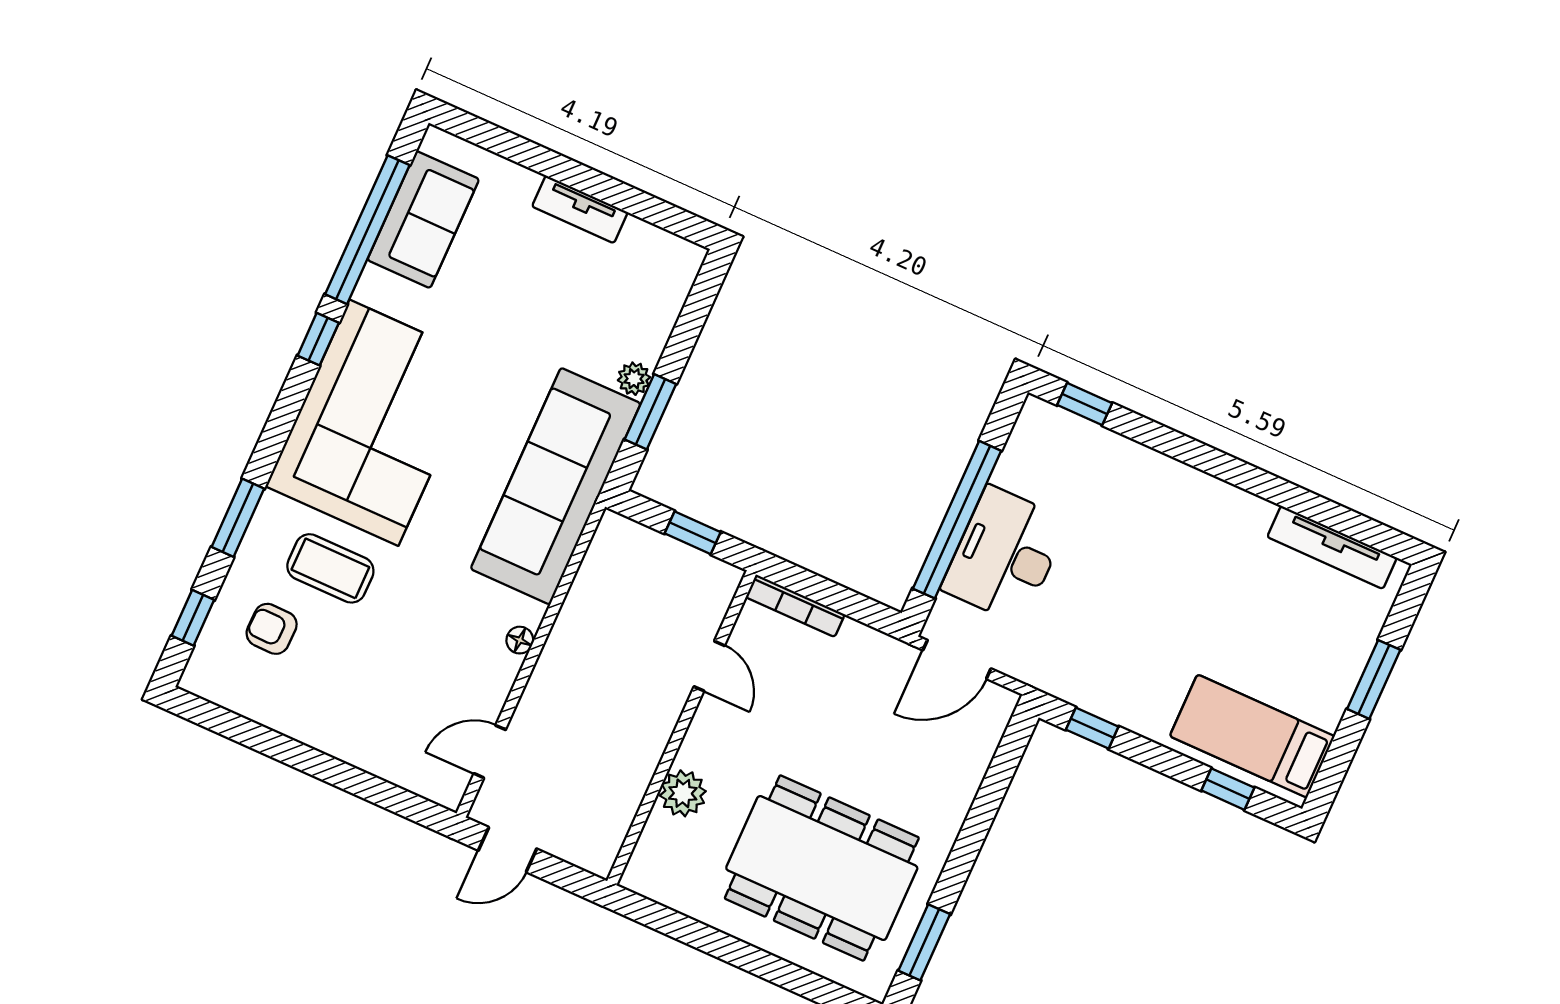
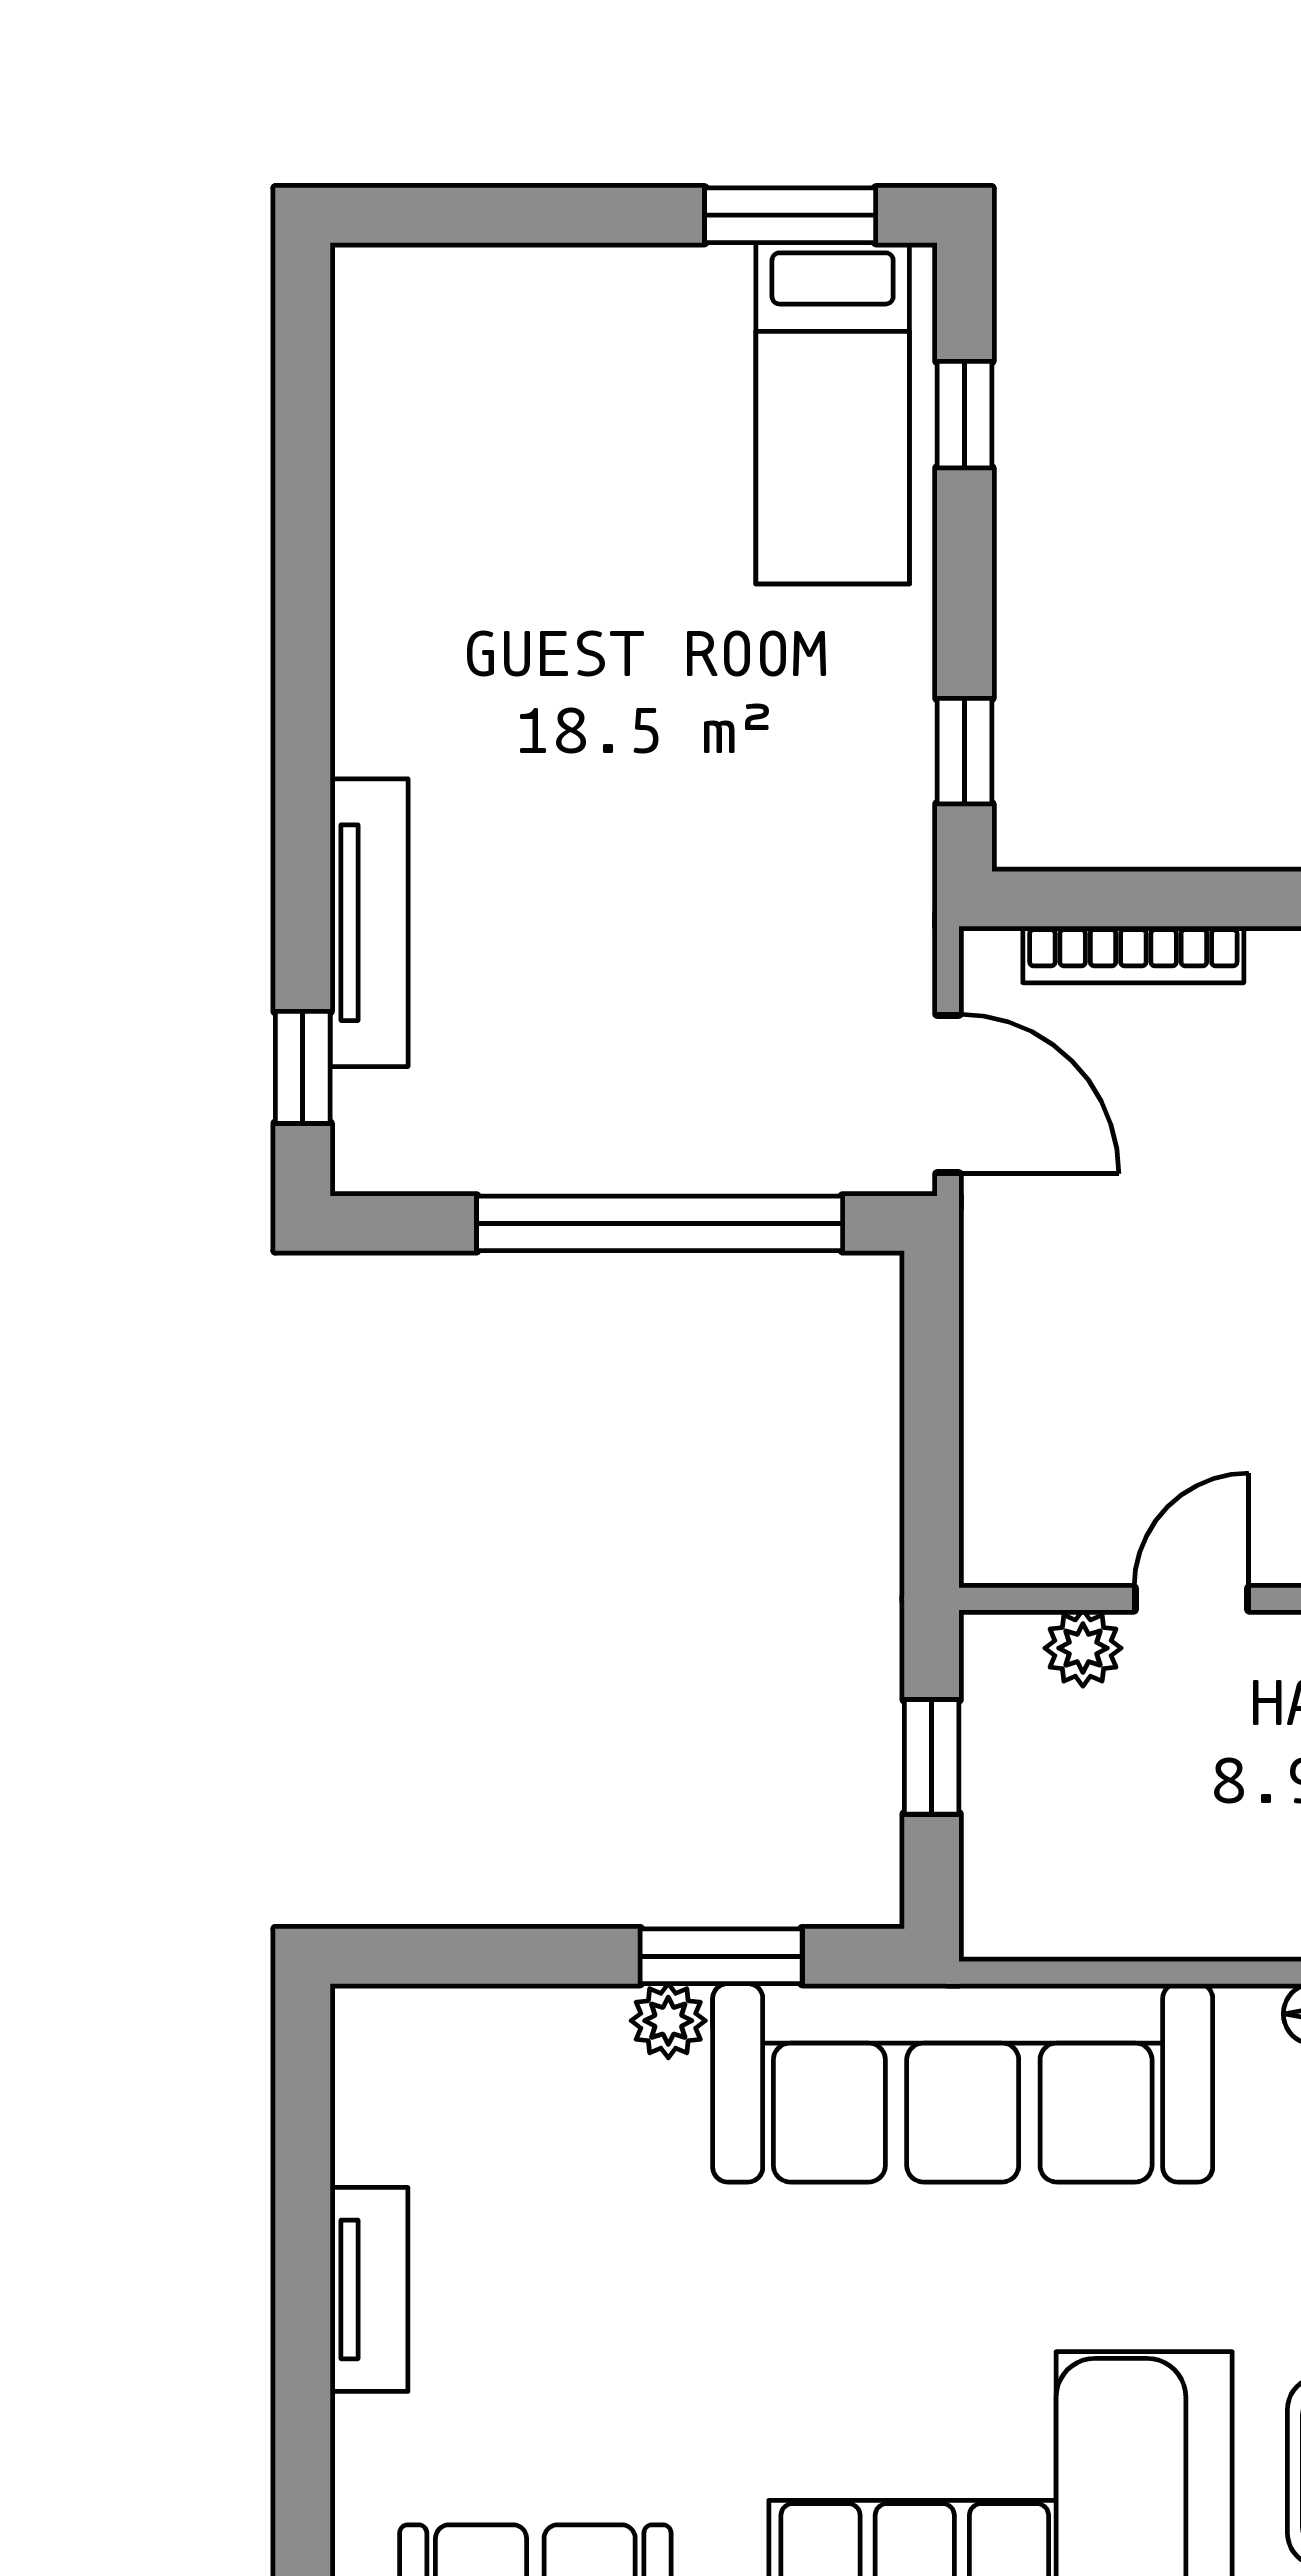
tv unit: (1332, 547) -> (369, 923), moved
desk: (1005, 555) -> (688, 1092), removed
bookcase: (795, 606) -> (1133, 955), moved, turned 90
plant: (709, 613) -> (1083, 1648), added
window: (1374, 679) -> (790, 215), moved

